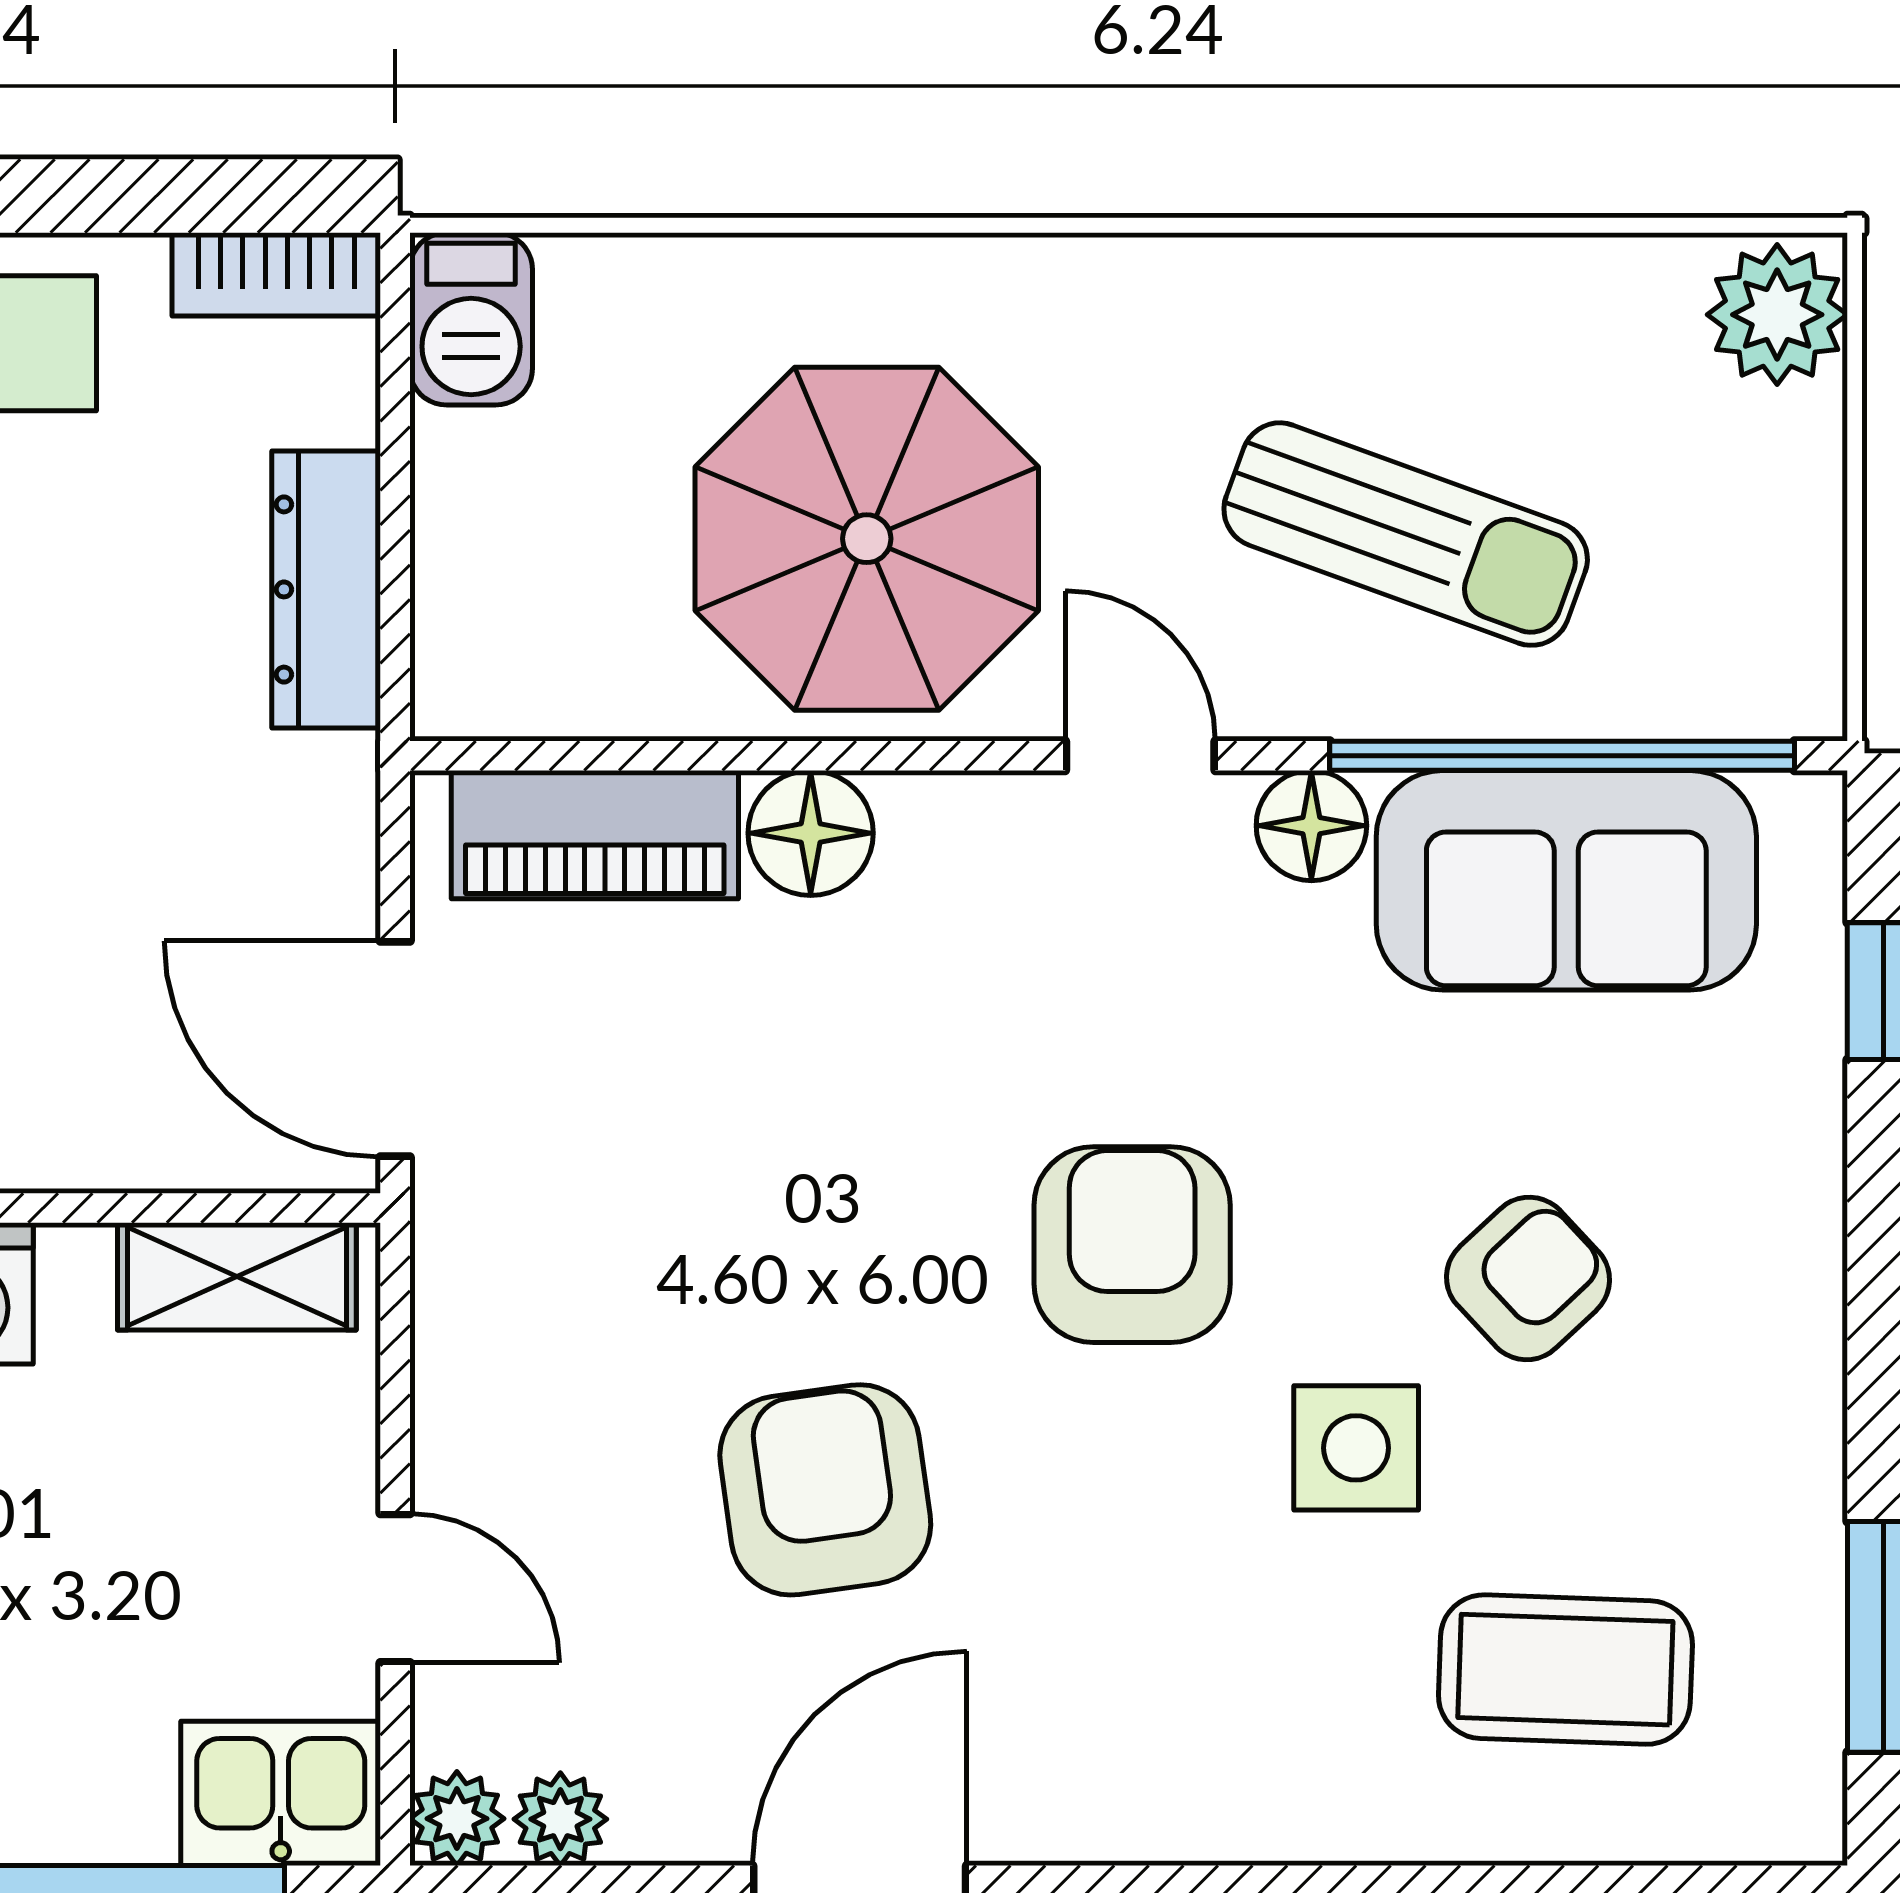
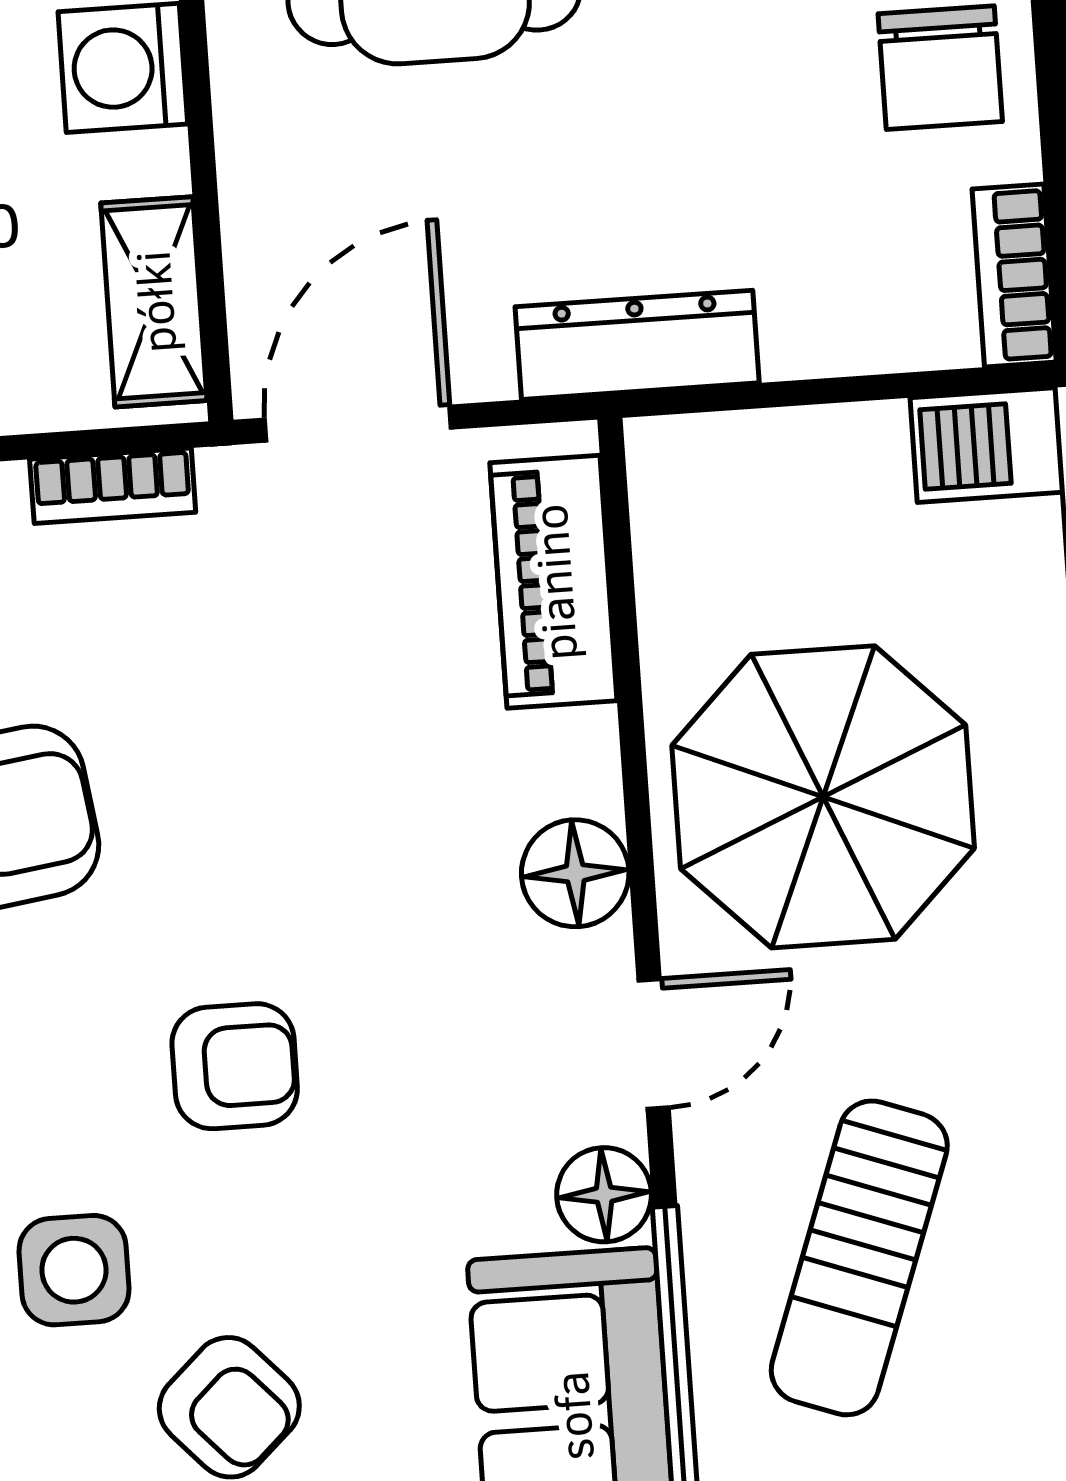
dresser: (326, 589) -> (637, 345), moved
floor lamp: (811, 833) -> (575, 873), moved
armchair: (1132, 1245) -> (235, 1066), width x0.72, depth x0.72
bookcase: (448, 1339) -> (113, 486), added

